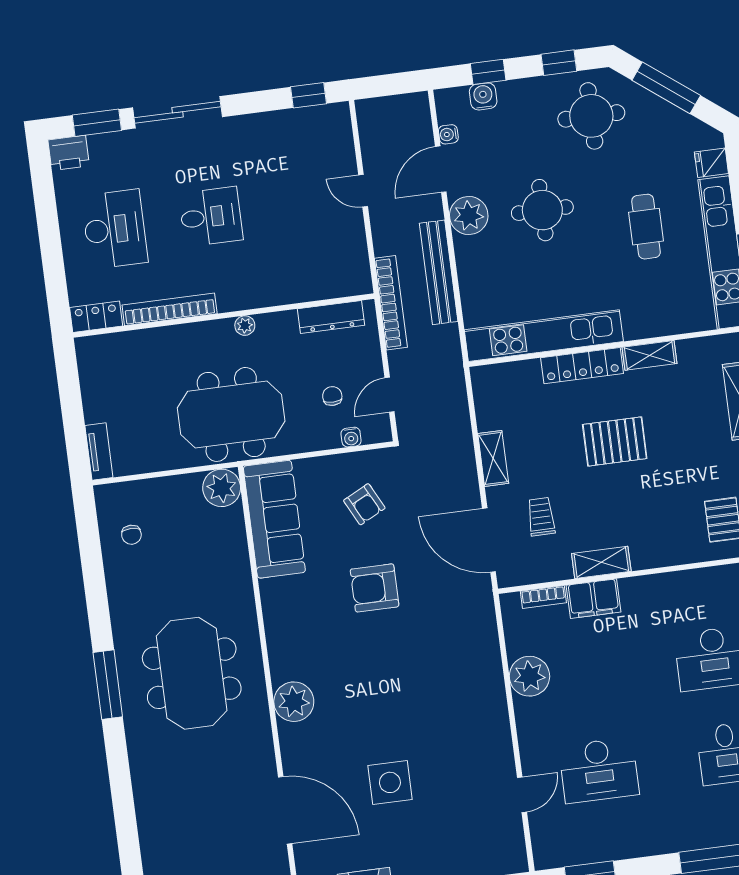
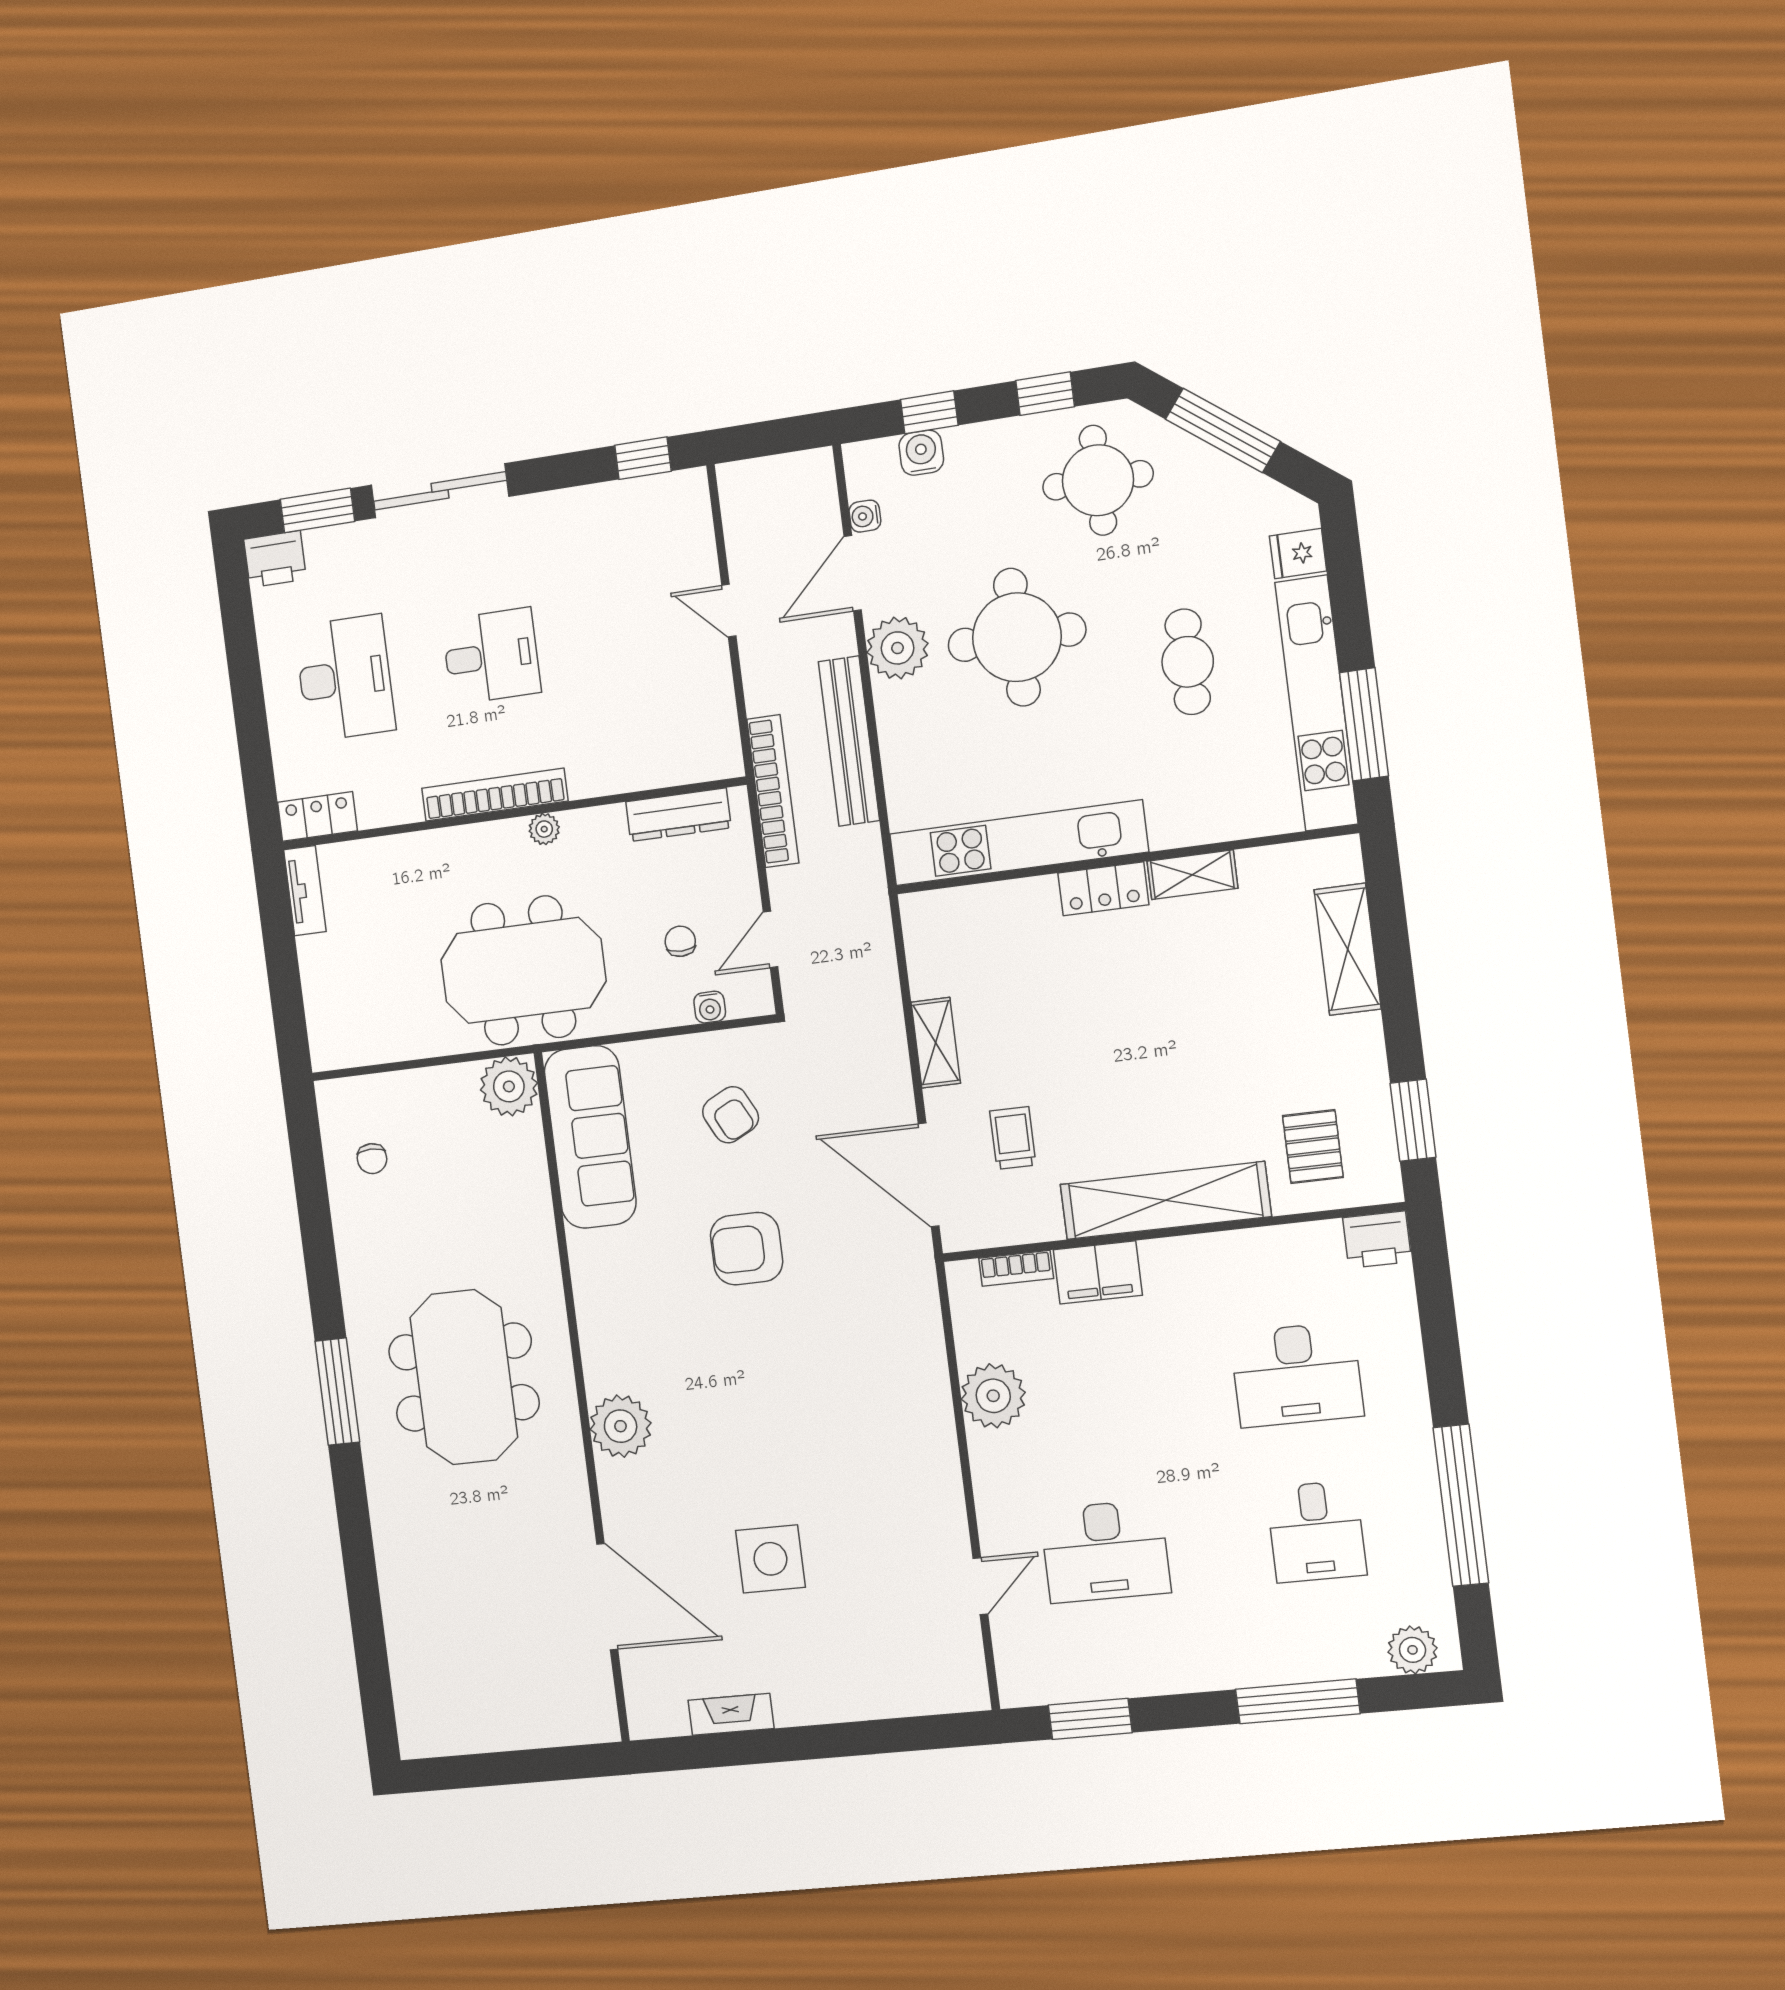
round table: (542, 210) -> (1017, 637), width x1.36, depth x1.36
bookcase: (170, 309) -> (495, 795), moved
locker: (582, 366) -> (1103, 889), width x0.66
pallet: (615, 442) -> (1134, 1016), removed
tv unit: (99, 451) -> (305, 891), moved
shelving: (601, 562) -> (1165, 1200), width x2.20, depth x1.33

